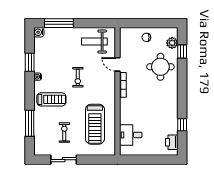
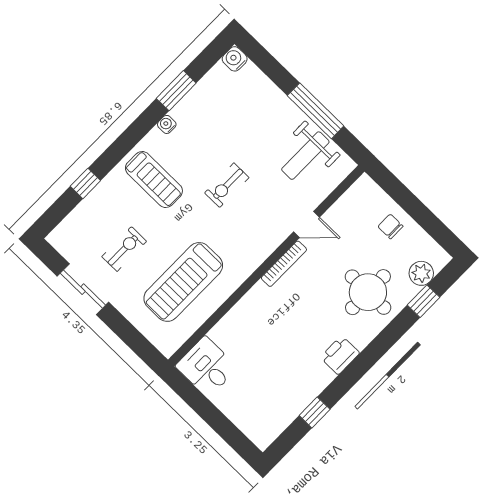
window: (59, 23) -> (316, 111), moved
weight bench: (94, 41) -> (305, 156), turned -90
door: (118, 64) -> (306, 225), swing flipped
window: (30, 123) -> (85, 183), width x0.46
desk: (131, 135) -> (207, 367), moved
printer: (172, 142) -> (340, 355), moved

